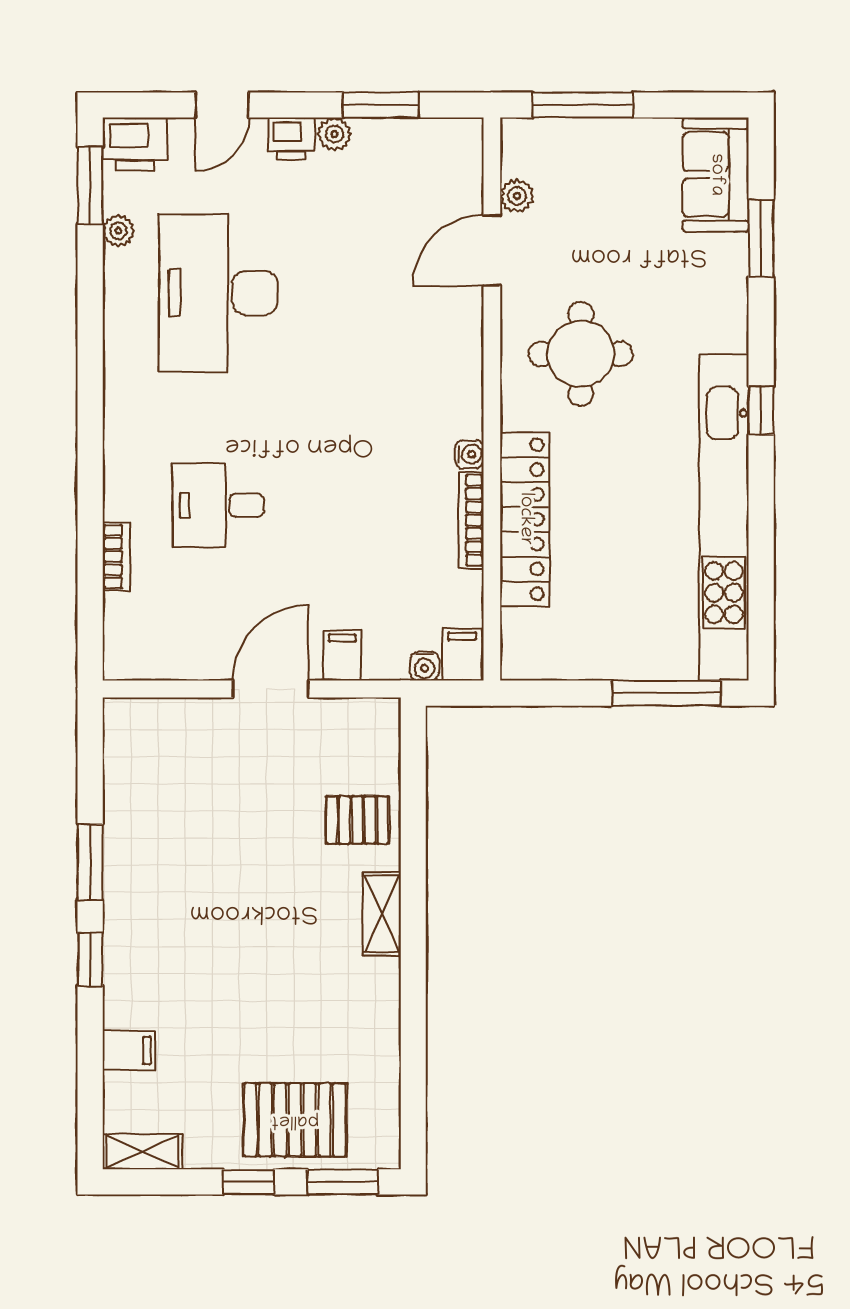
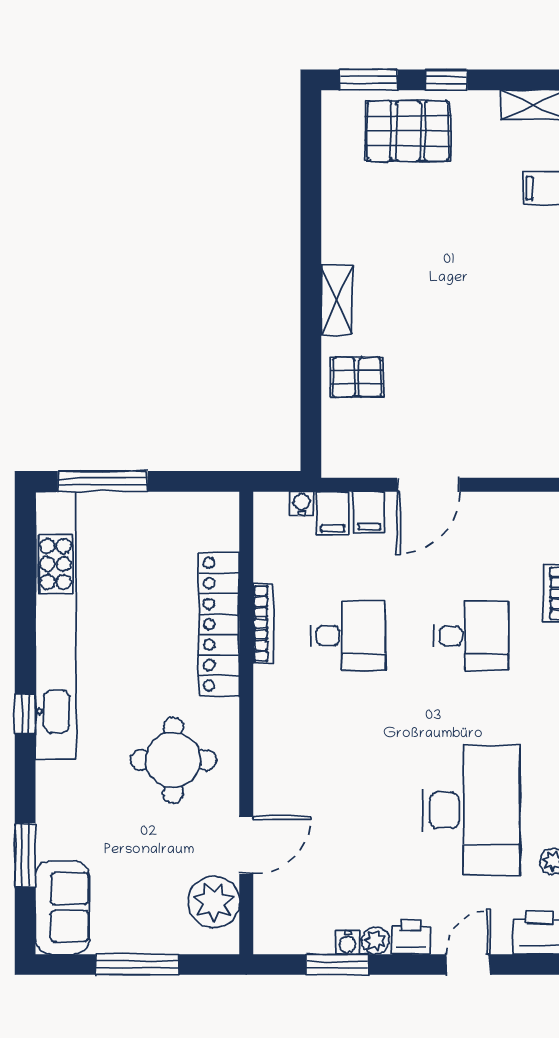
window: (583, 105) -> (137, 965), moved
plant: (517, 196) -> (214, 902), width x1.87, depth x1.87
water cooler: (469, 454) -> (348, 943), moved, turned -90
desk: (368, 505) -> (348, 636), added
filing cabinet: (462, 654) -> (333, 513), moved

